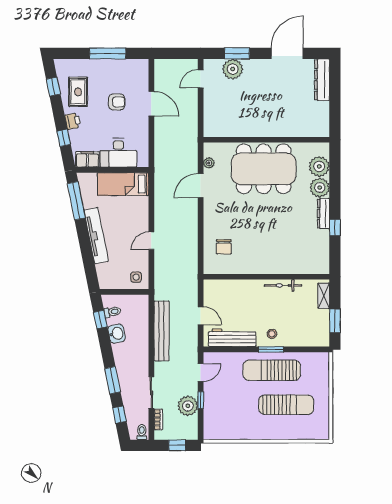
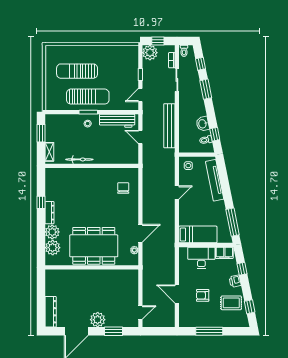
plant: (233, 69) -> (98, 320), moved
rug: (78, 92) -> (231, 303), turned 90
tv unit: (96, 236) -> (215, 180), moved
plant: (188, 406) -> (150, 53), moved

